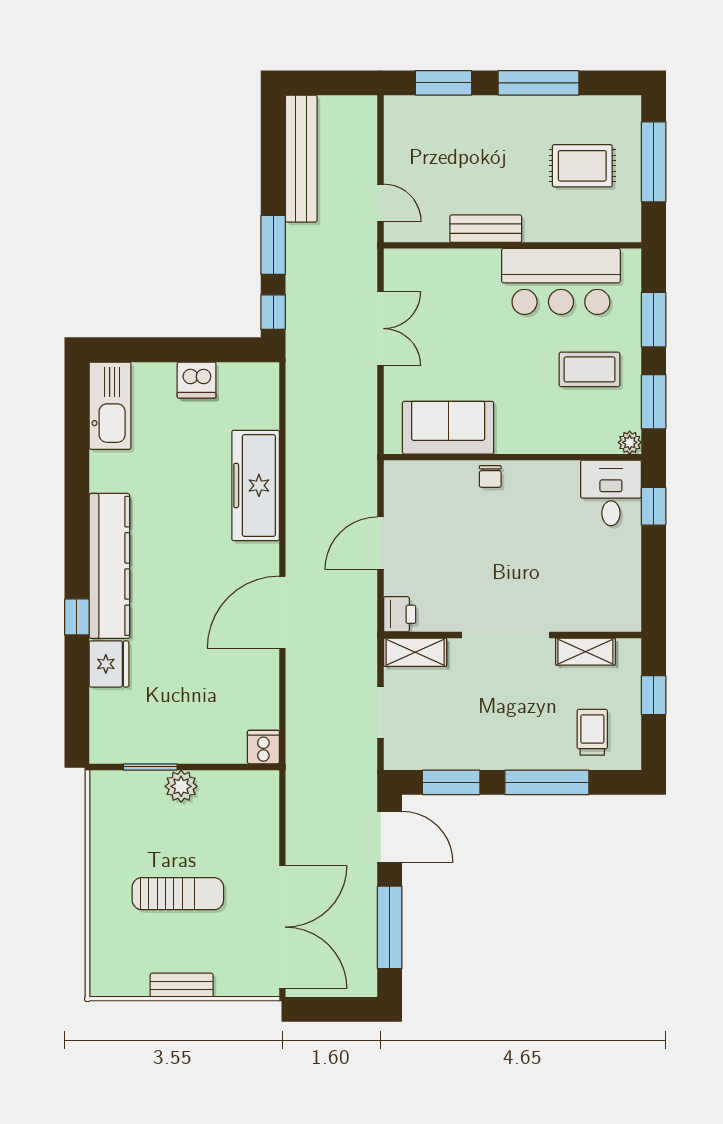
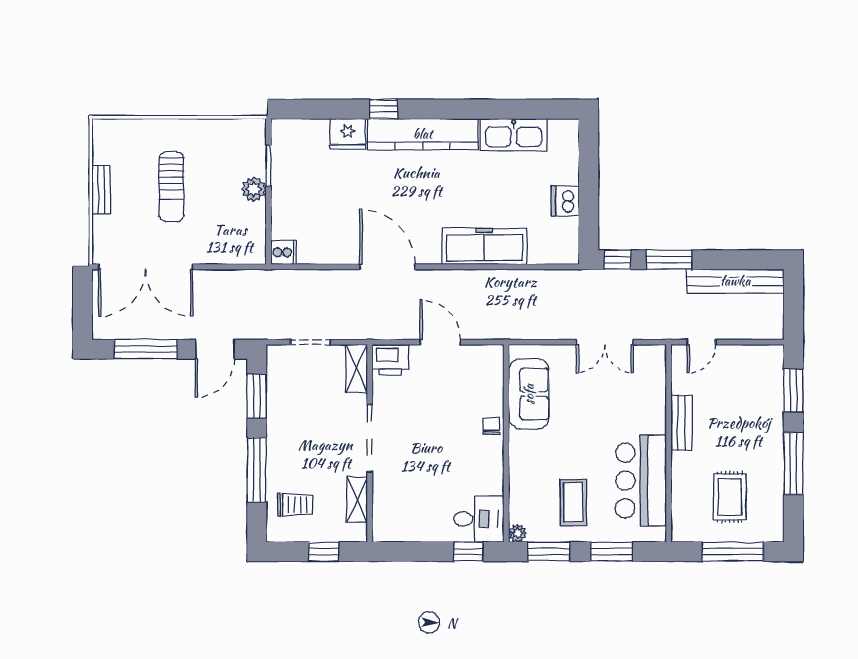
kitchen sink: (110, 406) -> (514, 135), moved
chair: (490, 476) -> (491, 426), turned 90
printer: (400, 614) -> (391, 360), width x1.36, depth x1.24

